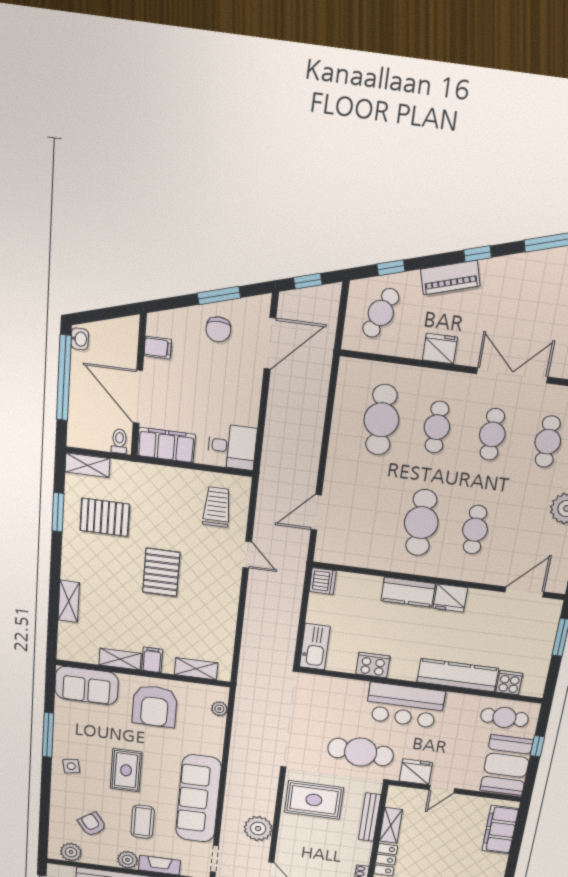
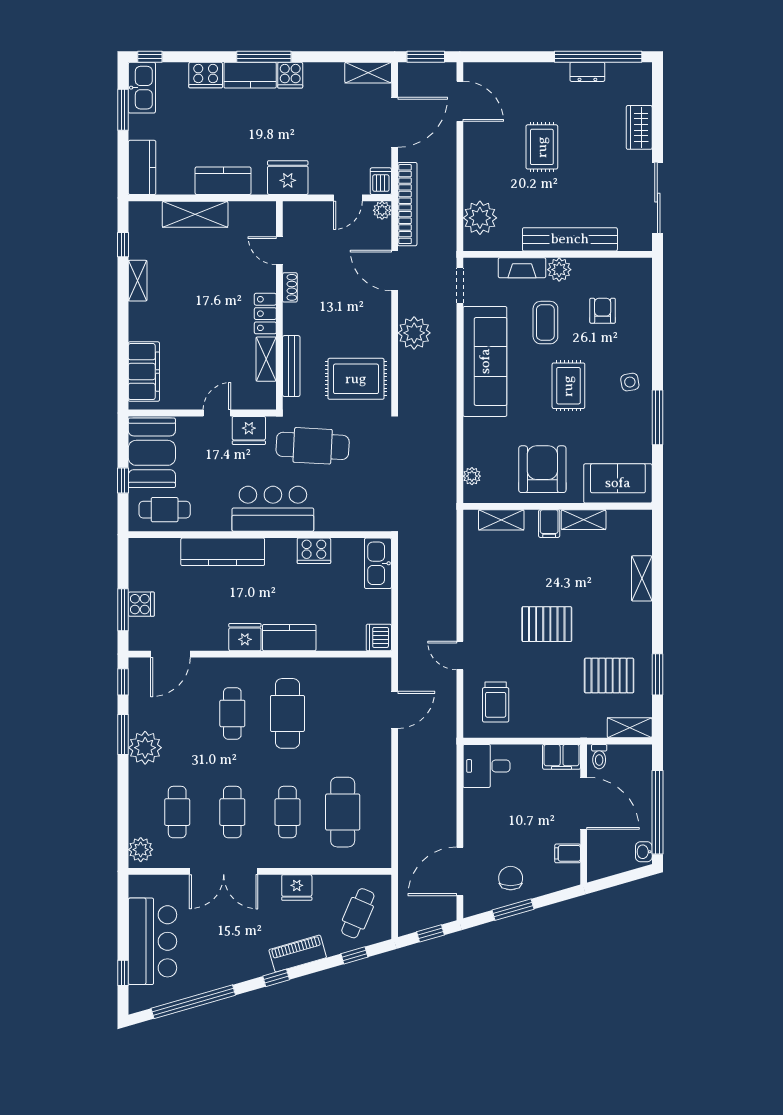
filing cabinet: (166, 445) -> (562, 757), width x0.67, depth x0.86
pallet: (161, 572) -> (547, 624), turned 90
cooker: (509, 683) -> (141, 604), moved, turned -90
armchair: (92, 824) -> (603, 311), turned -145
plant: (71, 852) -> (625, 270), removed

